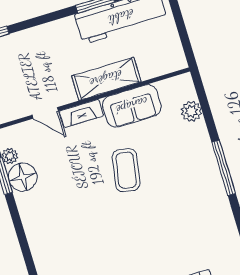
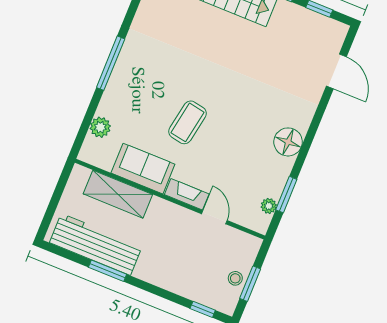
shelving: (106, 79) -> (118, 194), moved
floor lamp: (23, 177) -> (288, 142), moved

